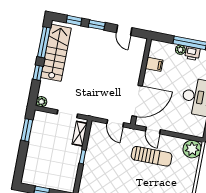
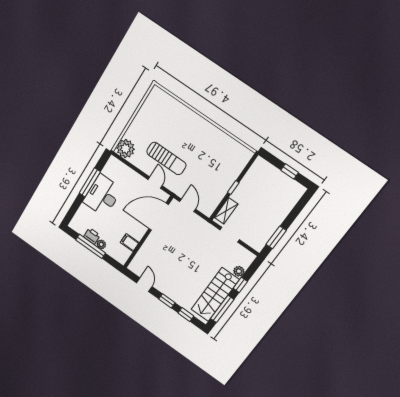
plant: (41, 102) -> (239, 271), moved
sun lounger: (152, 156) -> (166, 158), turned 180

